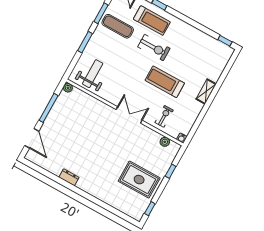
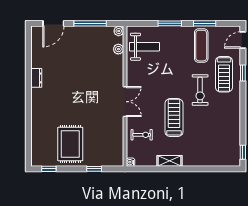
shelving: (206, 91) -> (169, 161), moved
plant: (165, 142) -> (118, 49), moved

